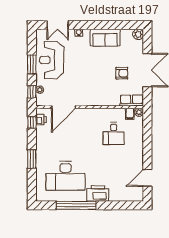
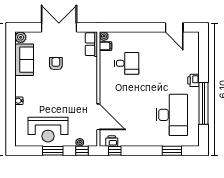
double door: (58, 25) -> (11, 123), removed
sofa: (105, 38) -> (24, 60), moved
armchair: (122, 73) -> (56, 64), moved
window: (32, 159) -> (172, 151), moved
printer: (98, 193) -> (193, 80), width x0.53, depth x0.68

